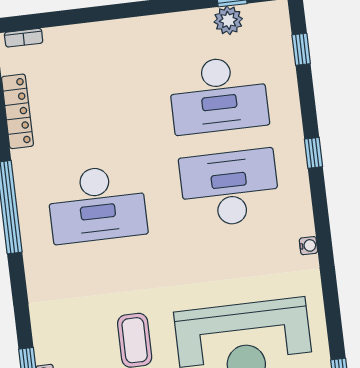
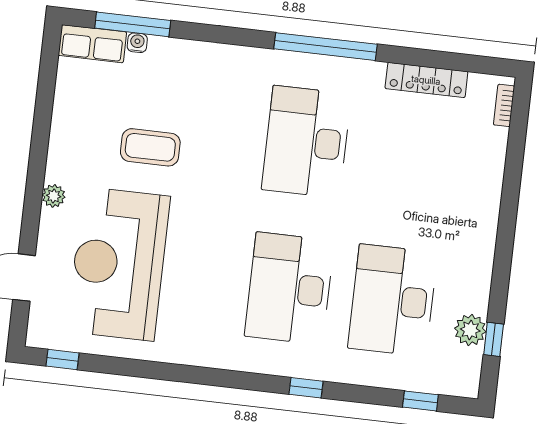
desk: (230, 188) -> (289, 288), turned 180
water cooler: (308, 246) -> (207, 359), removed

